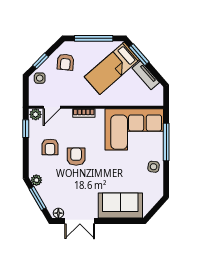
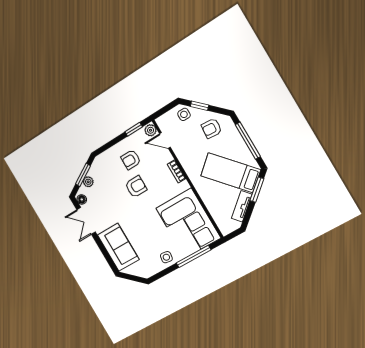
plant: (36, 180) -> (88, 182), moved

